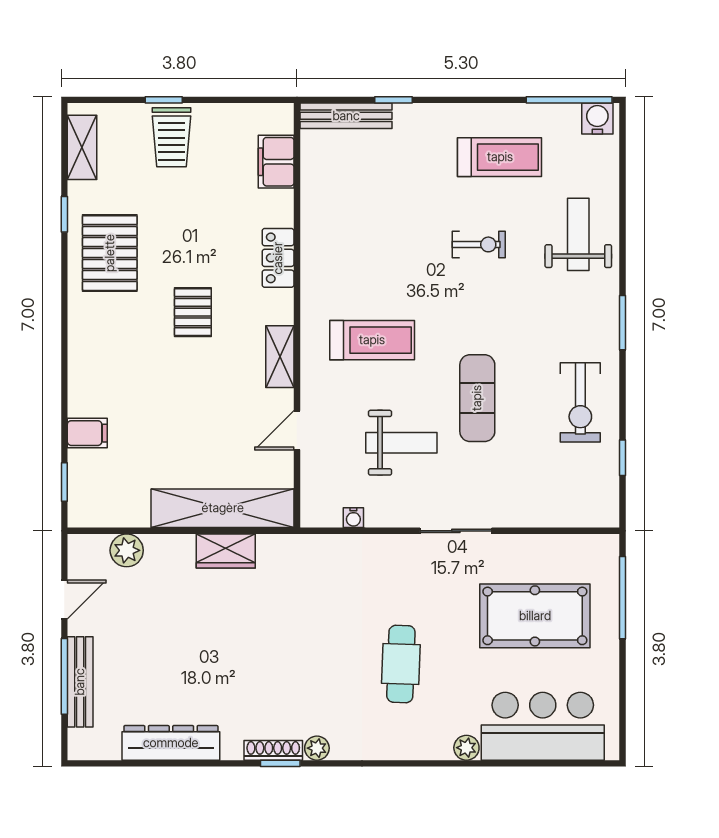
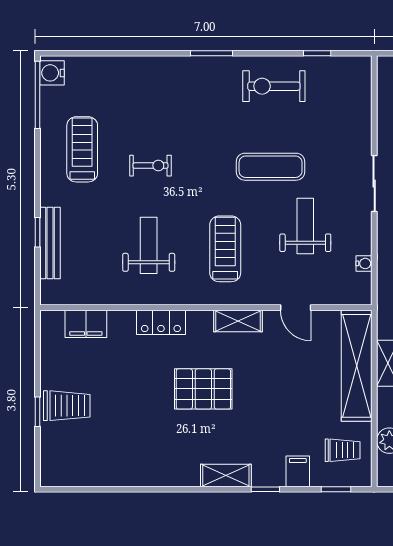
bench: (346, 116) -> (50, 243), moved
shelving: (82, 147) -> (226, 476), moved
window: (64, 214) -> (265, 489), moved
weight bench: (578, 234) -> (149, 245), moved, turned 90
exercise bike: (479, 244) -> (150, 166), turned 90
pallet: (110, 253) -> (157, 454), removed
pallet: (193, 312) -> (203, 389), width x1.50, depth x1.42
exercise bike: (580, 402) -> (274, 86), turned 180
trolley: (114, 490) -> (343, 450), added

